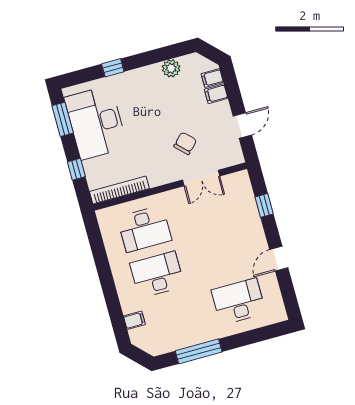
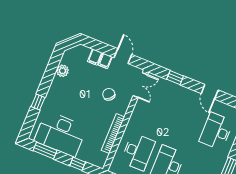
filing cabinet: (212, 78) -> (105, 61), moved
double door: (201, 178) -> (140, 85), moved
bookcase: (119, 190) -> (113, 134), moved

